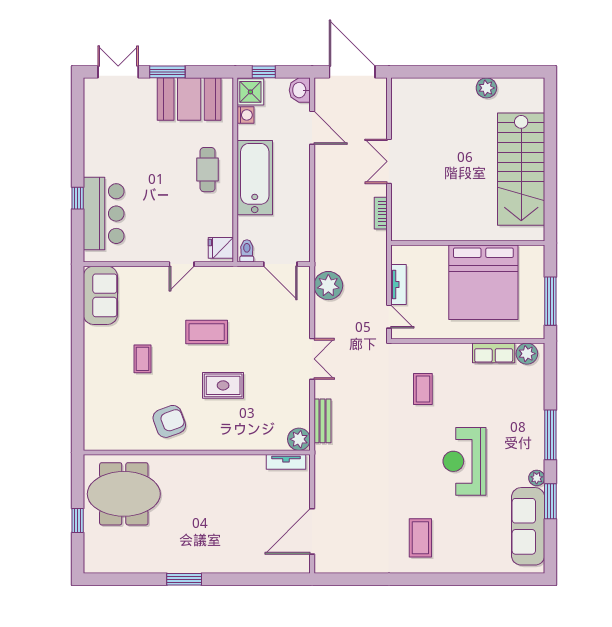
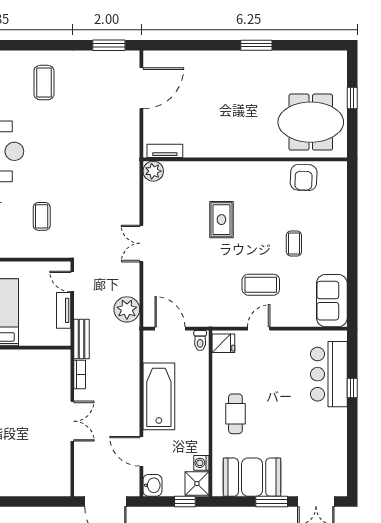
bathtub: (255, 178) -> (159, 396), moved, turned 180
coffee table: (207, 332) -> (261, 285), moved
rug: (223, 385) -> (221, 220), turned 90
armchair: (169, 421) -> (304, 177), moved, turned -68
bench: (322, 421) -> (82, 339), moved
window: (348, 579) -> (109, 45), added

